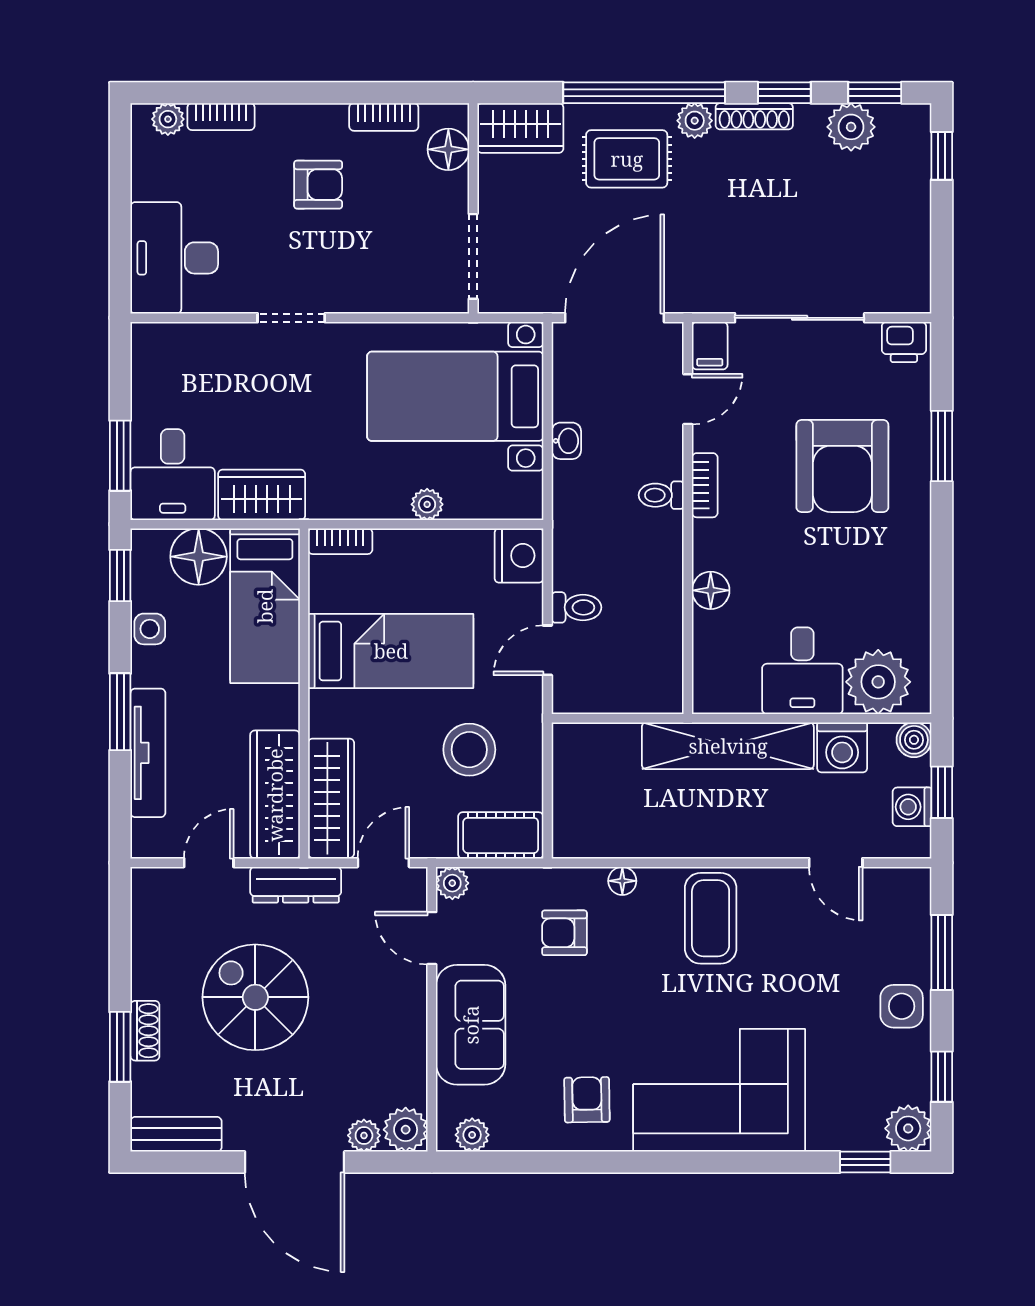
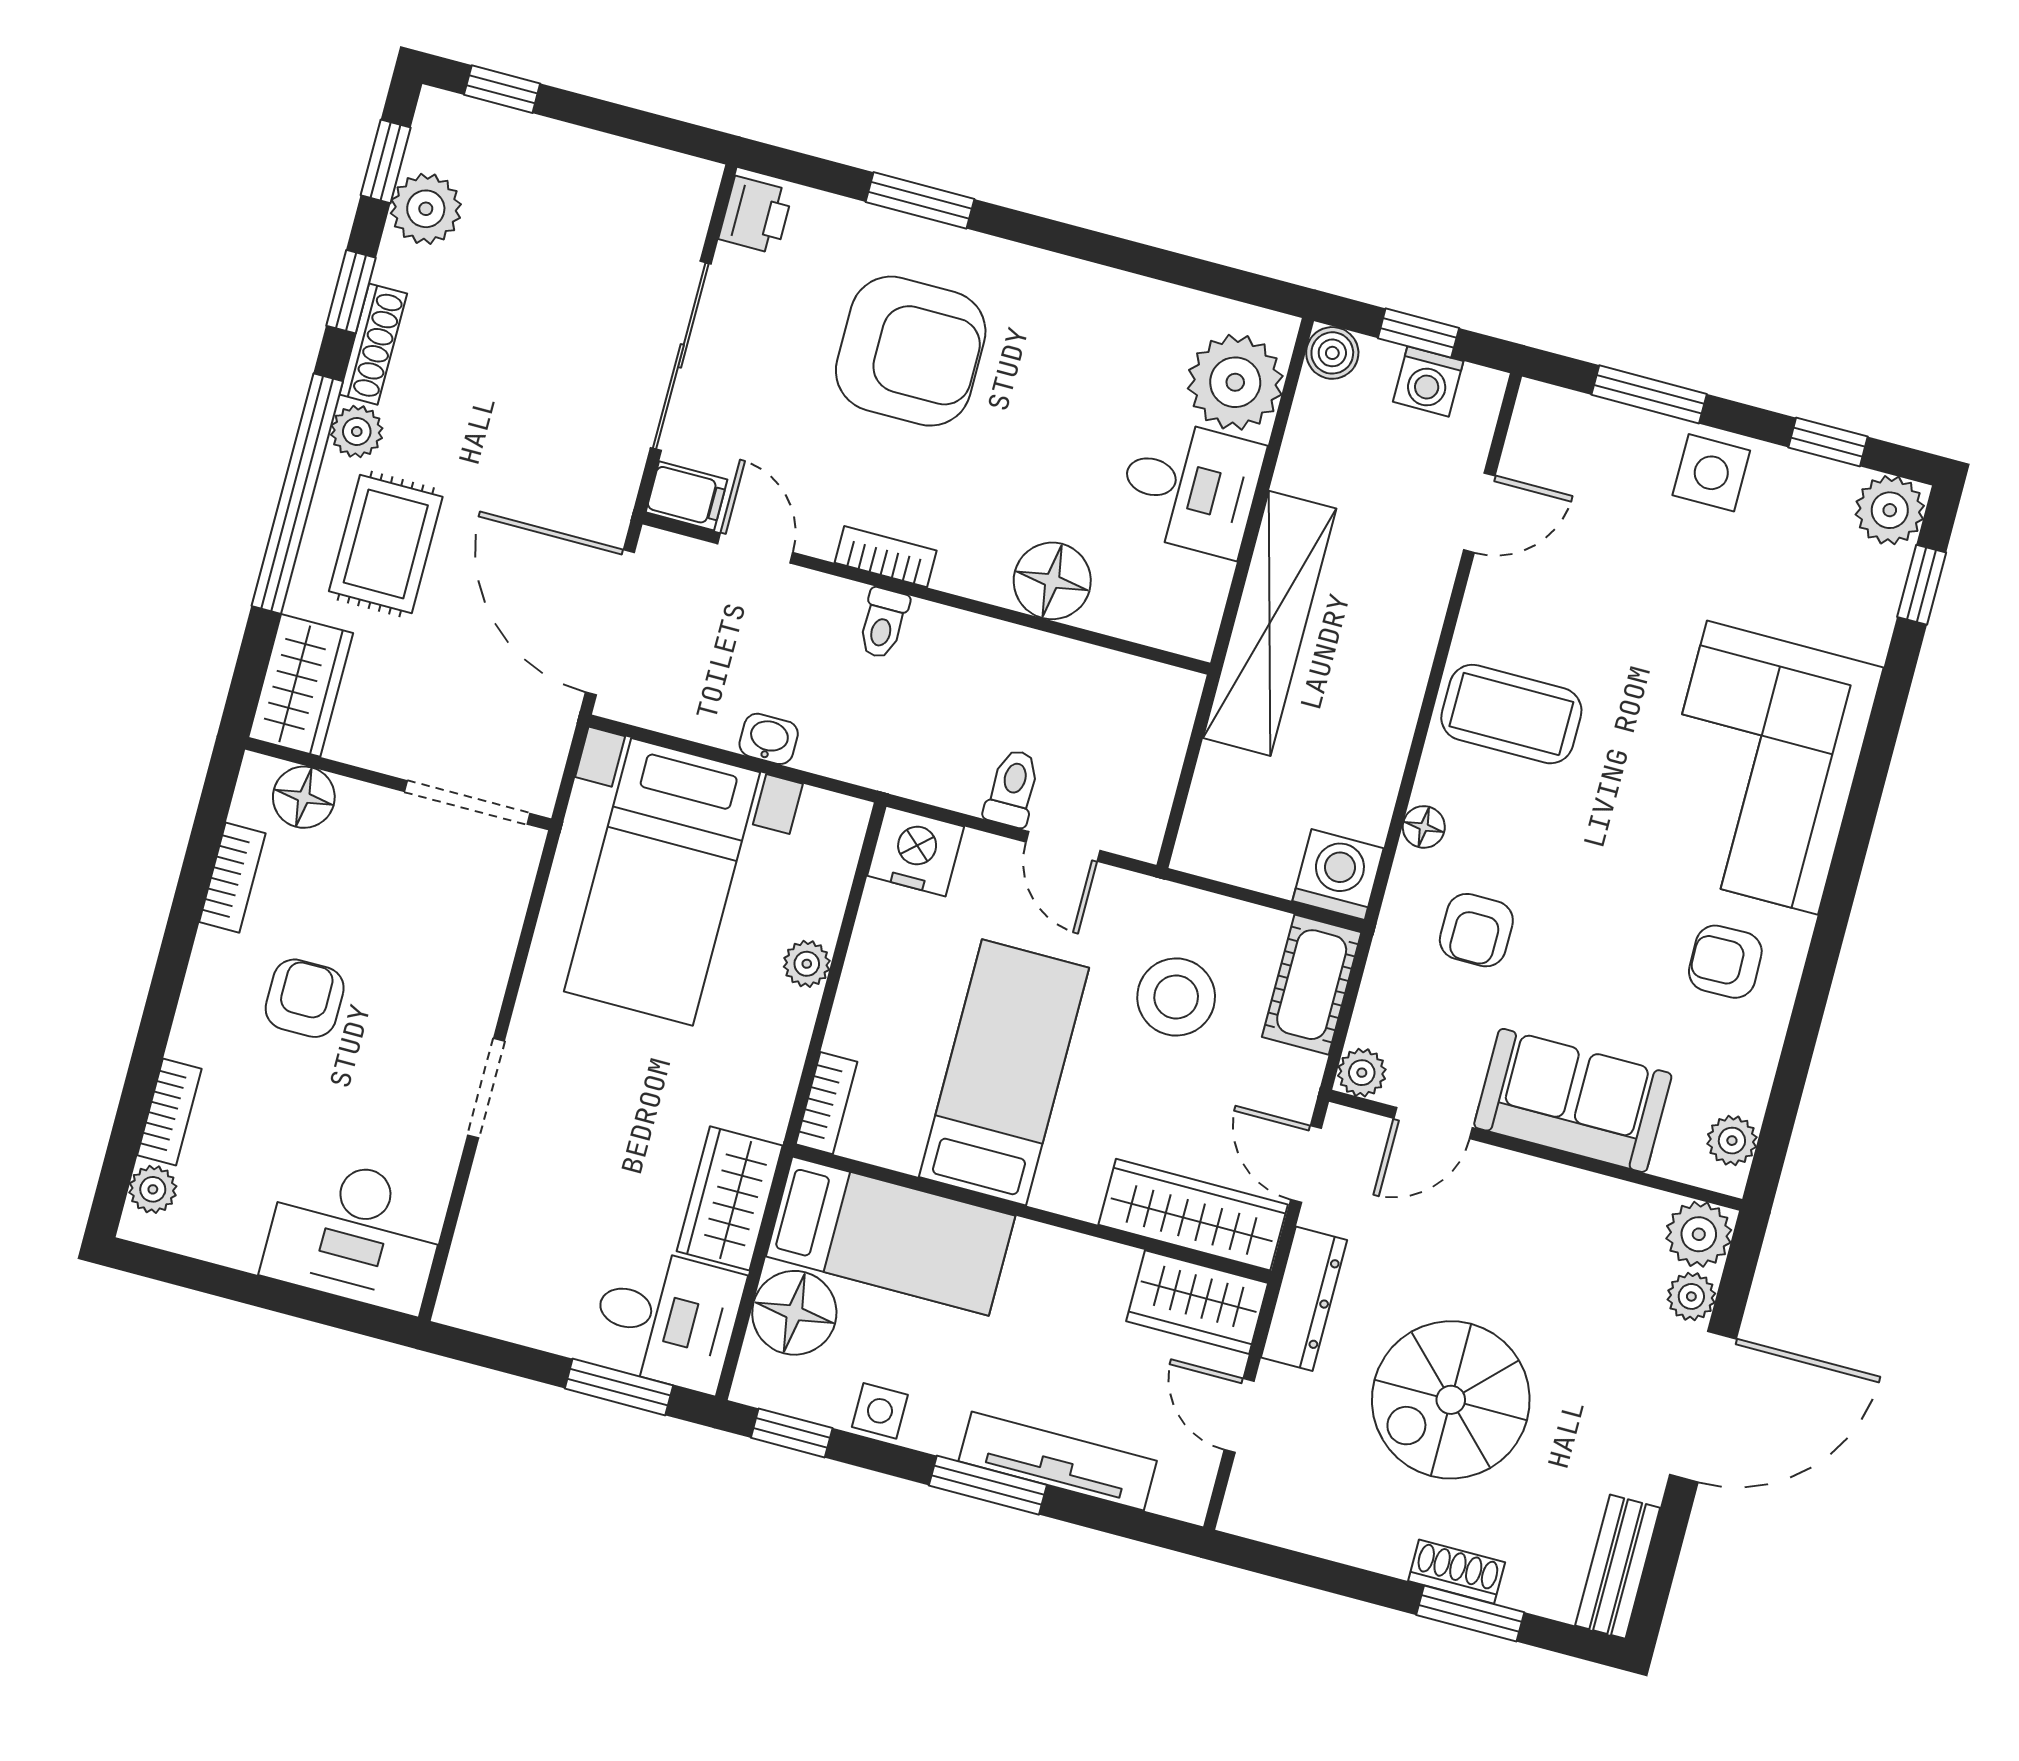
floor lamp: (711, 590) -> (1052, 581), width x1.38, depth x1.38
washing machine: (842, 747) -> (1338, 875), moved, turned -90
wardrobe: (275, 795) -> (1197, 1302), width x0.67

